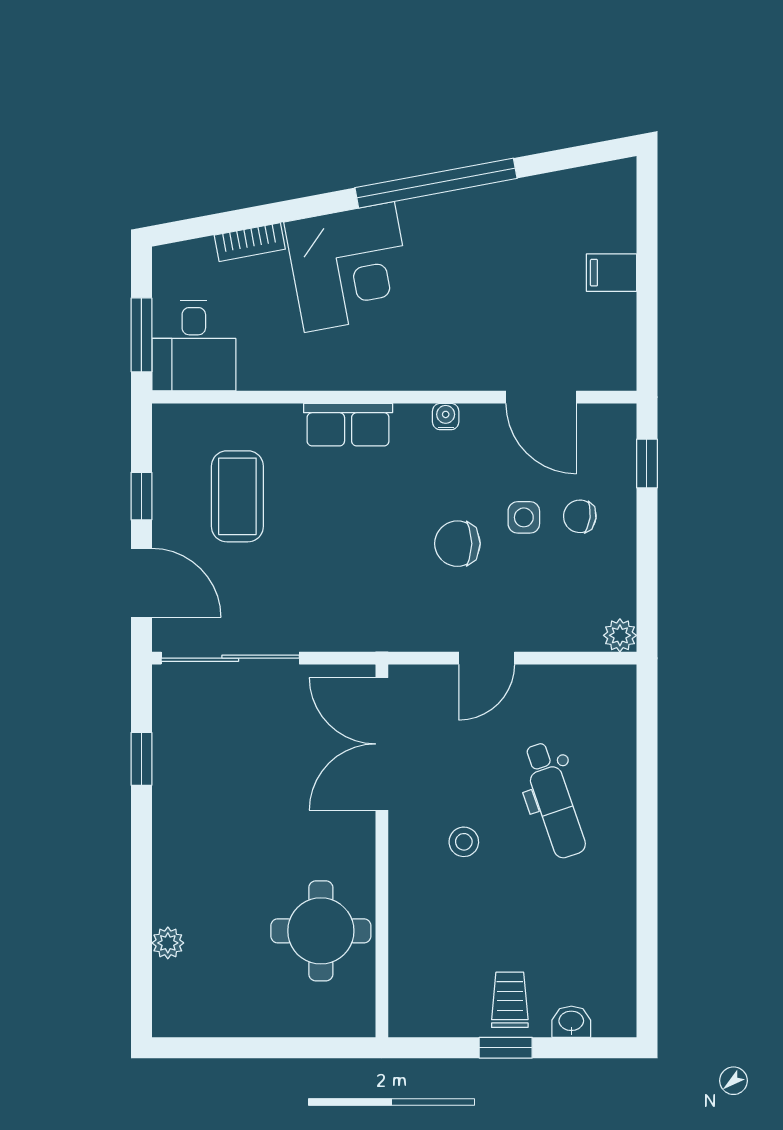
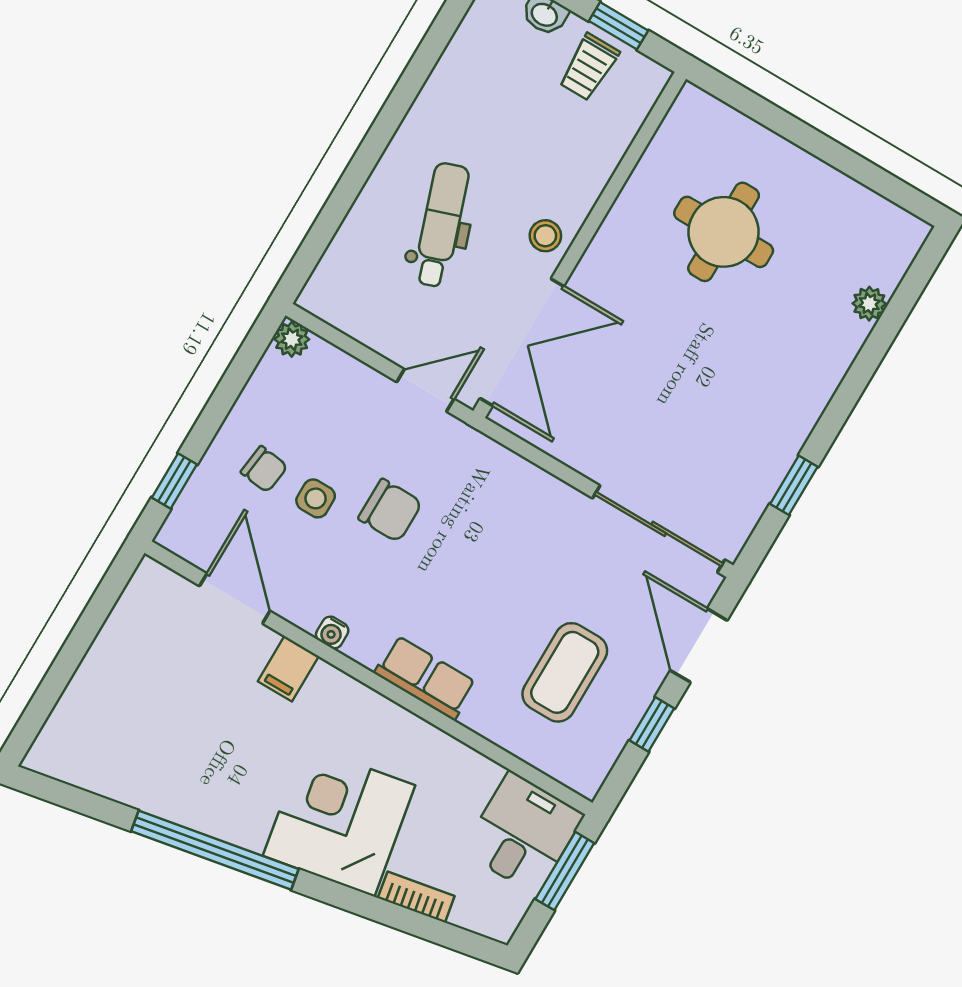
filing cabinet: (612, 273) -> (288, 669), moved, turned 90
double door: (382, 744) -> (522, 342), moved
wall: (382, 851) -> (580, 245), moved

